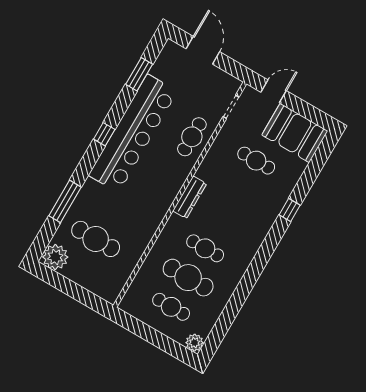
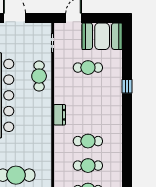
dresser: (190, 197) -> (60, 115), width x0.70
cafe table: (188, 278) -> (88, 166), width x0.73, depth x0.74

